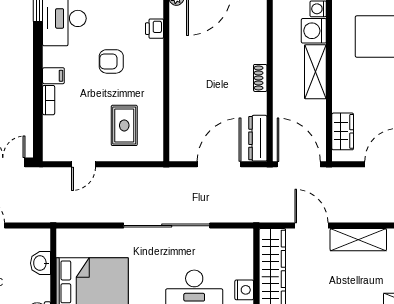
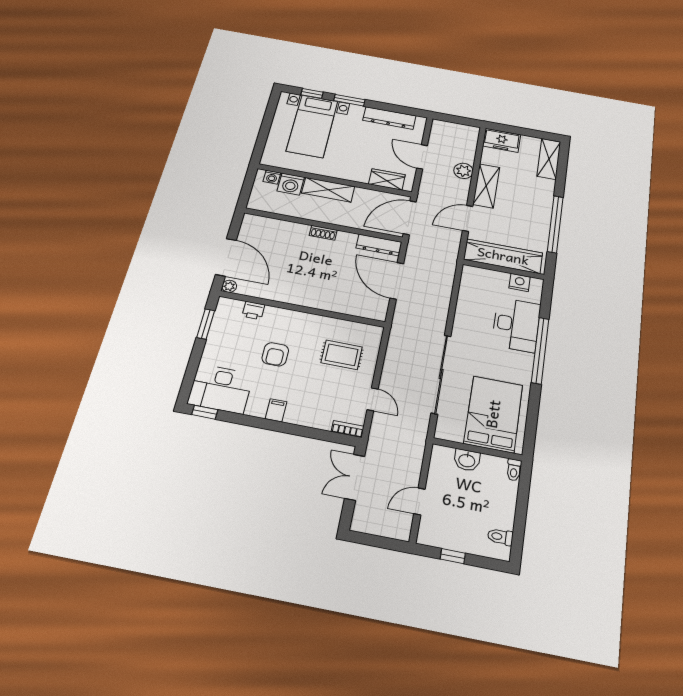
bookcase: (49, 100) -> (348, 429), moved
plant: (373, 212) -> (463, 171), added
sliding door: (167, 226) -> (441, 374), moved

